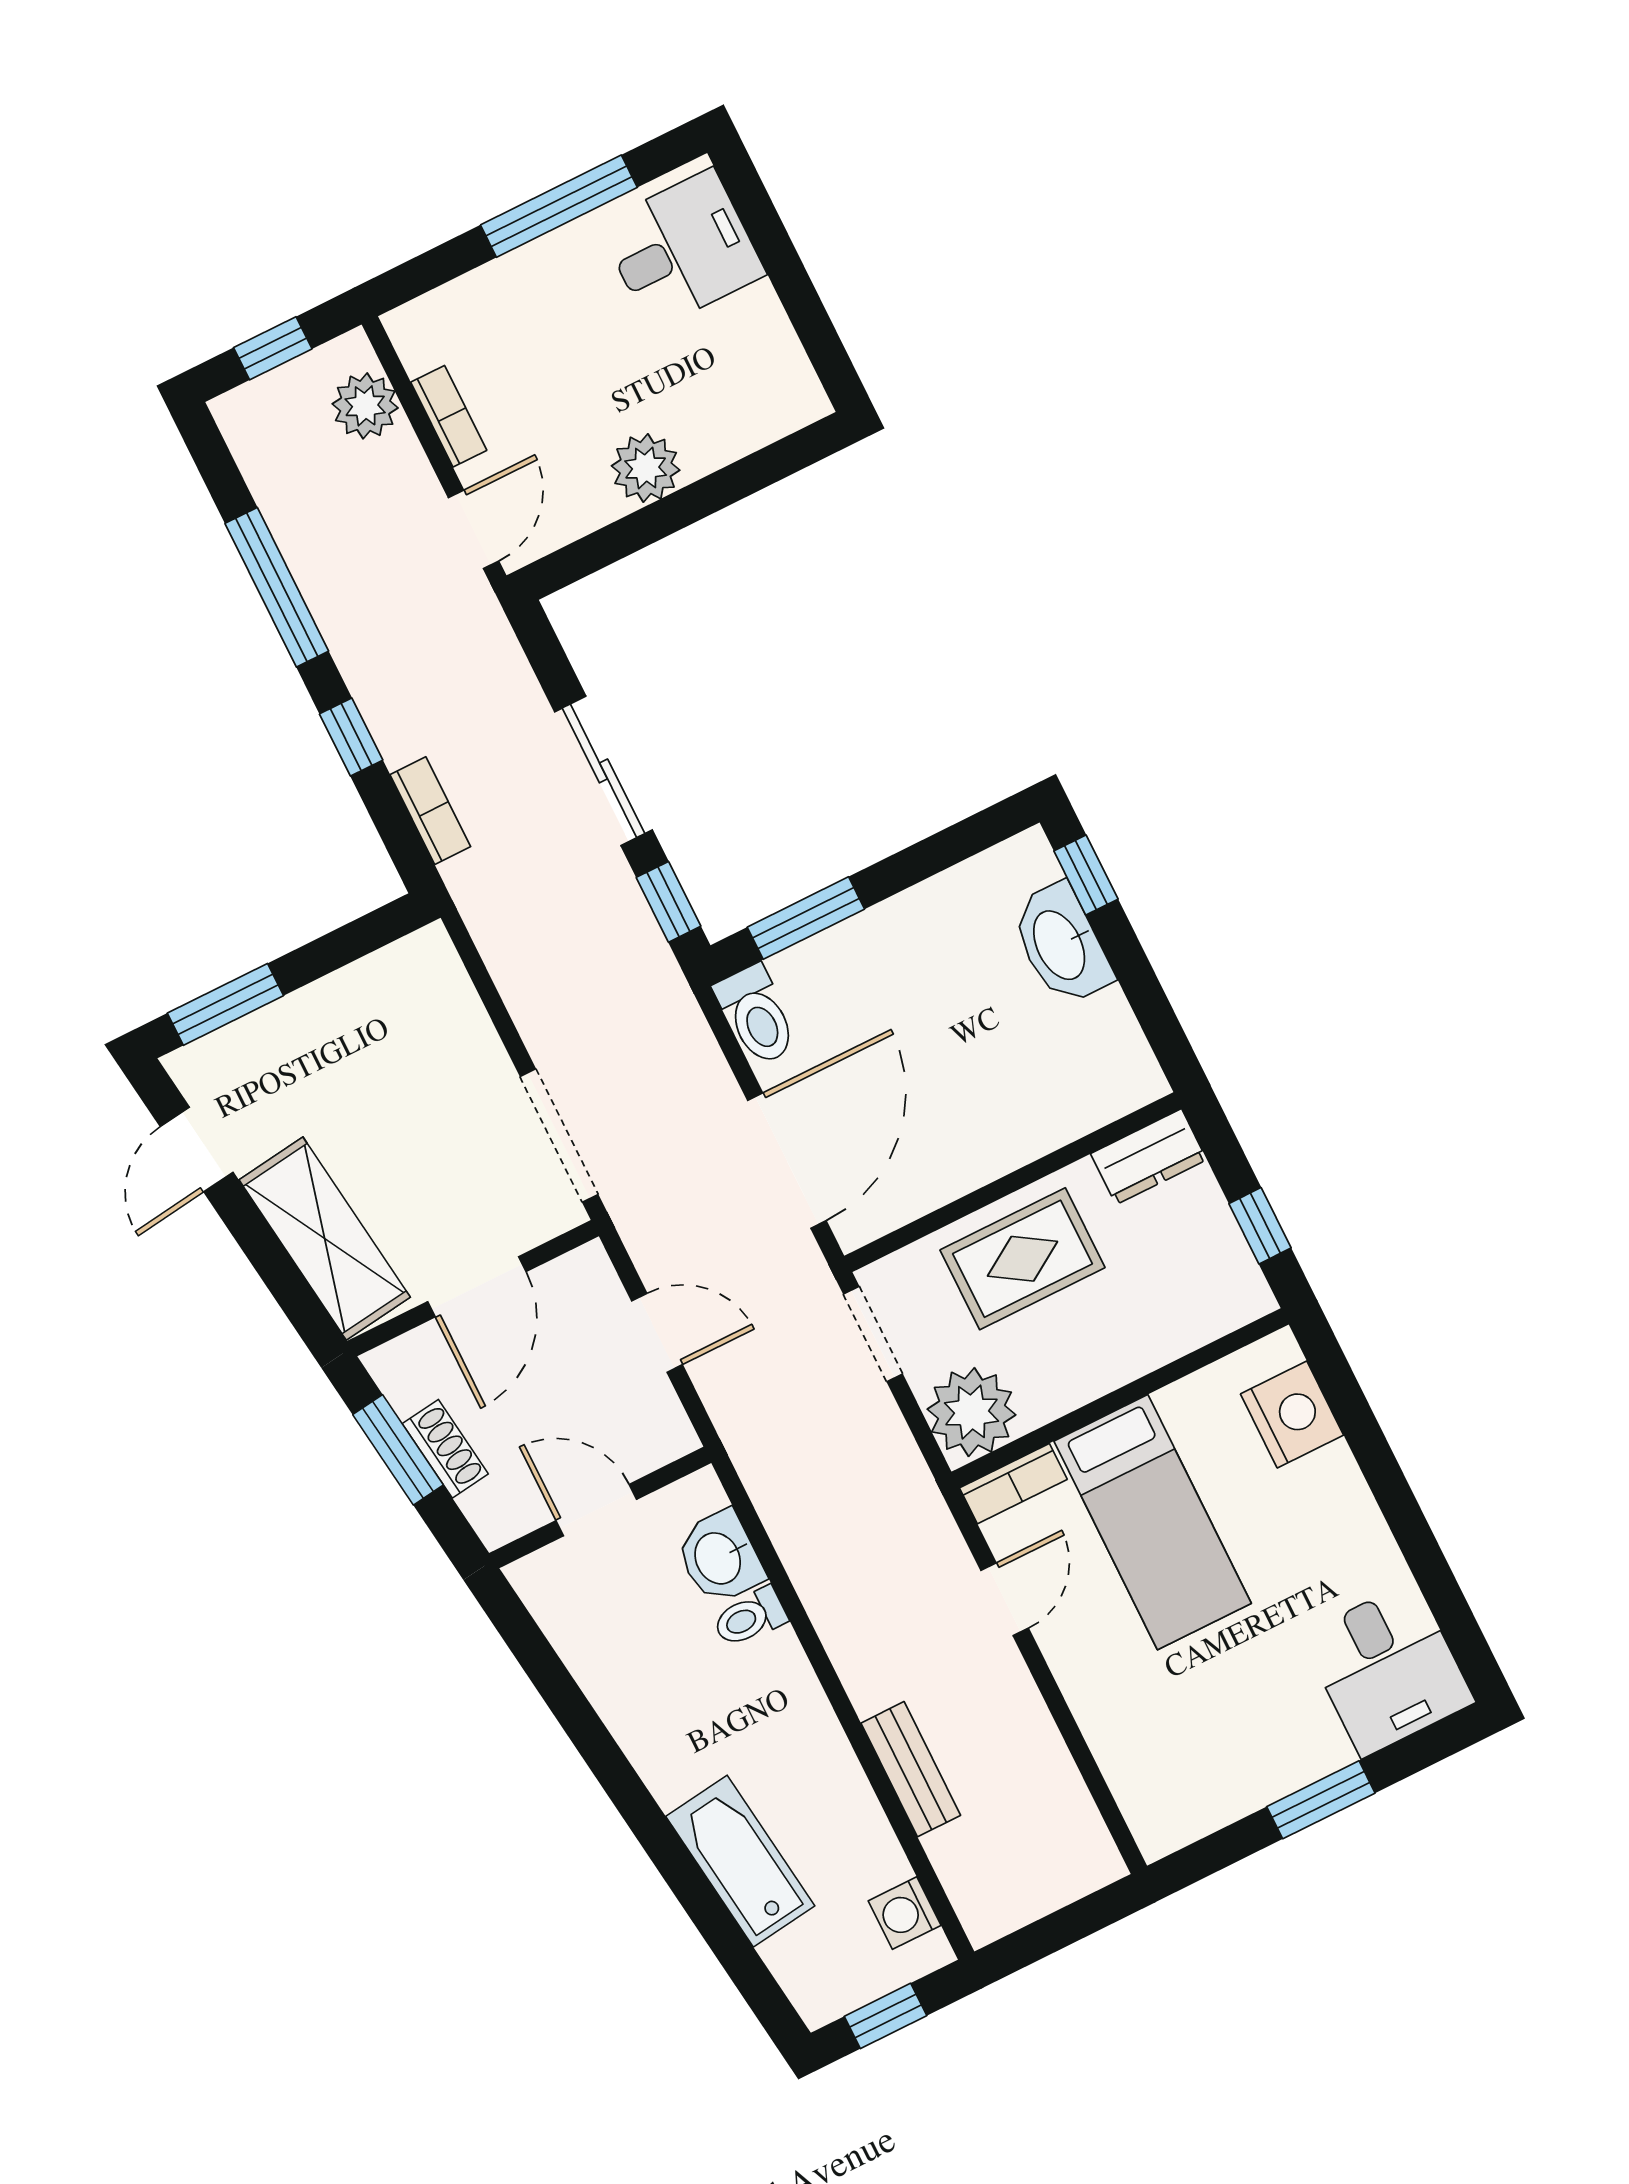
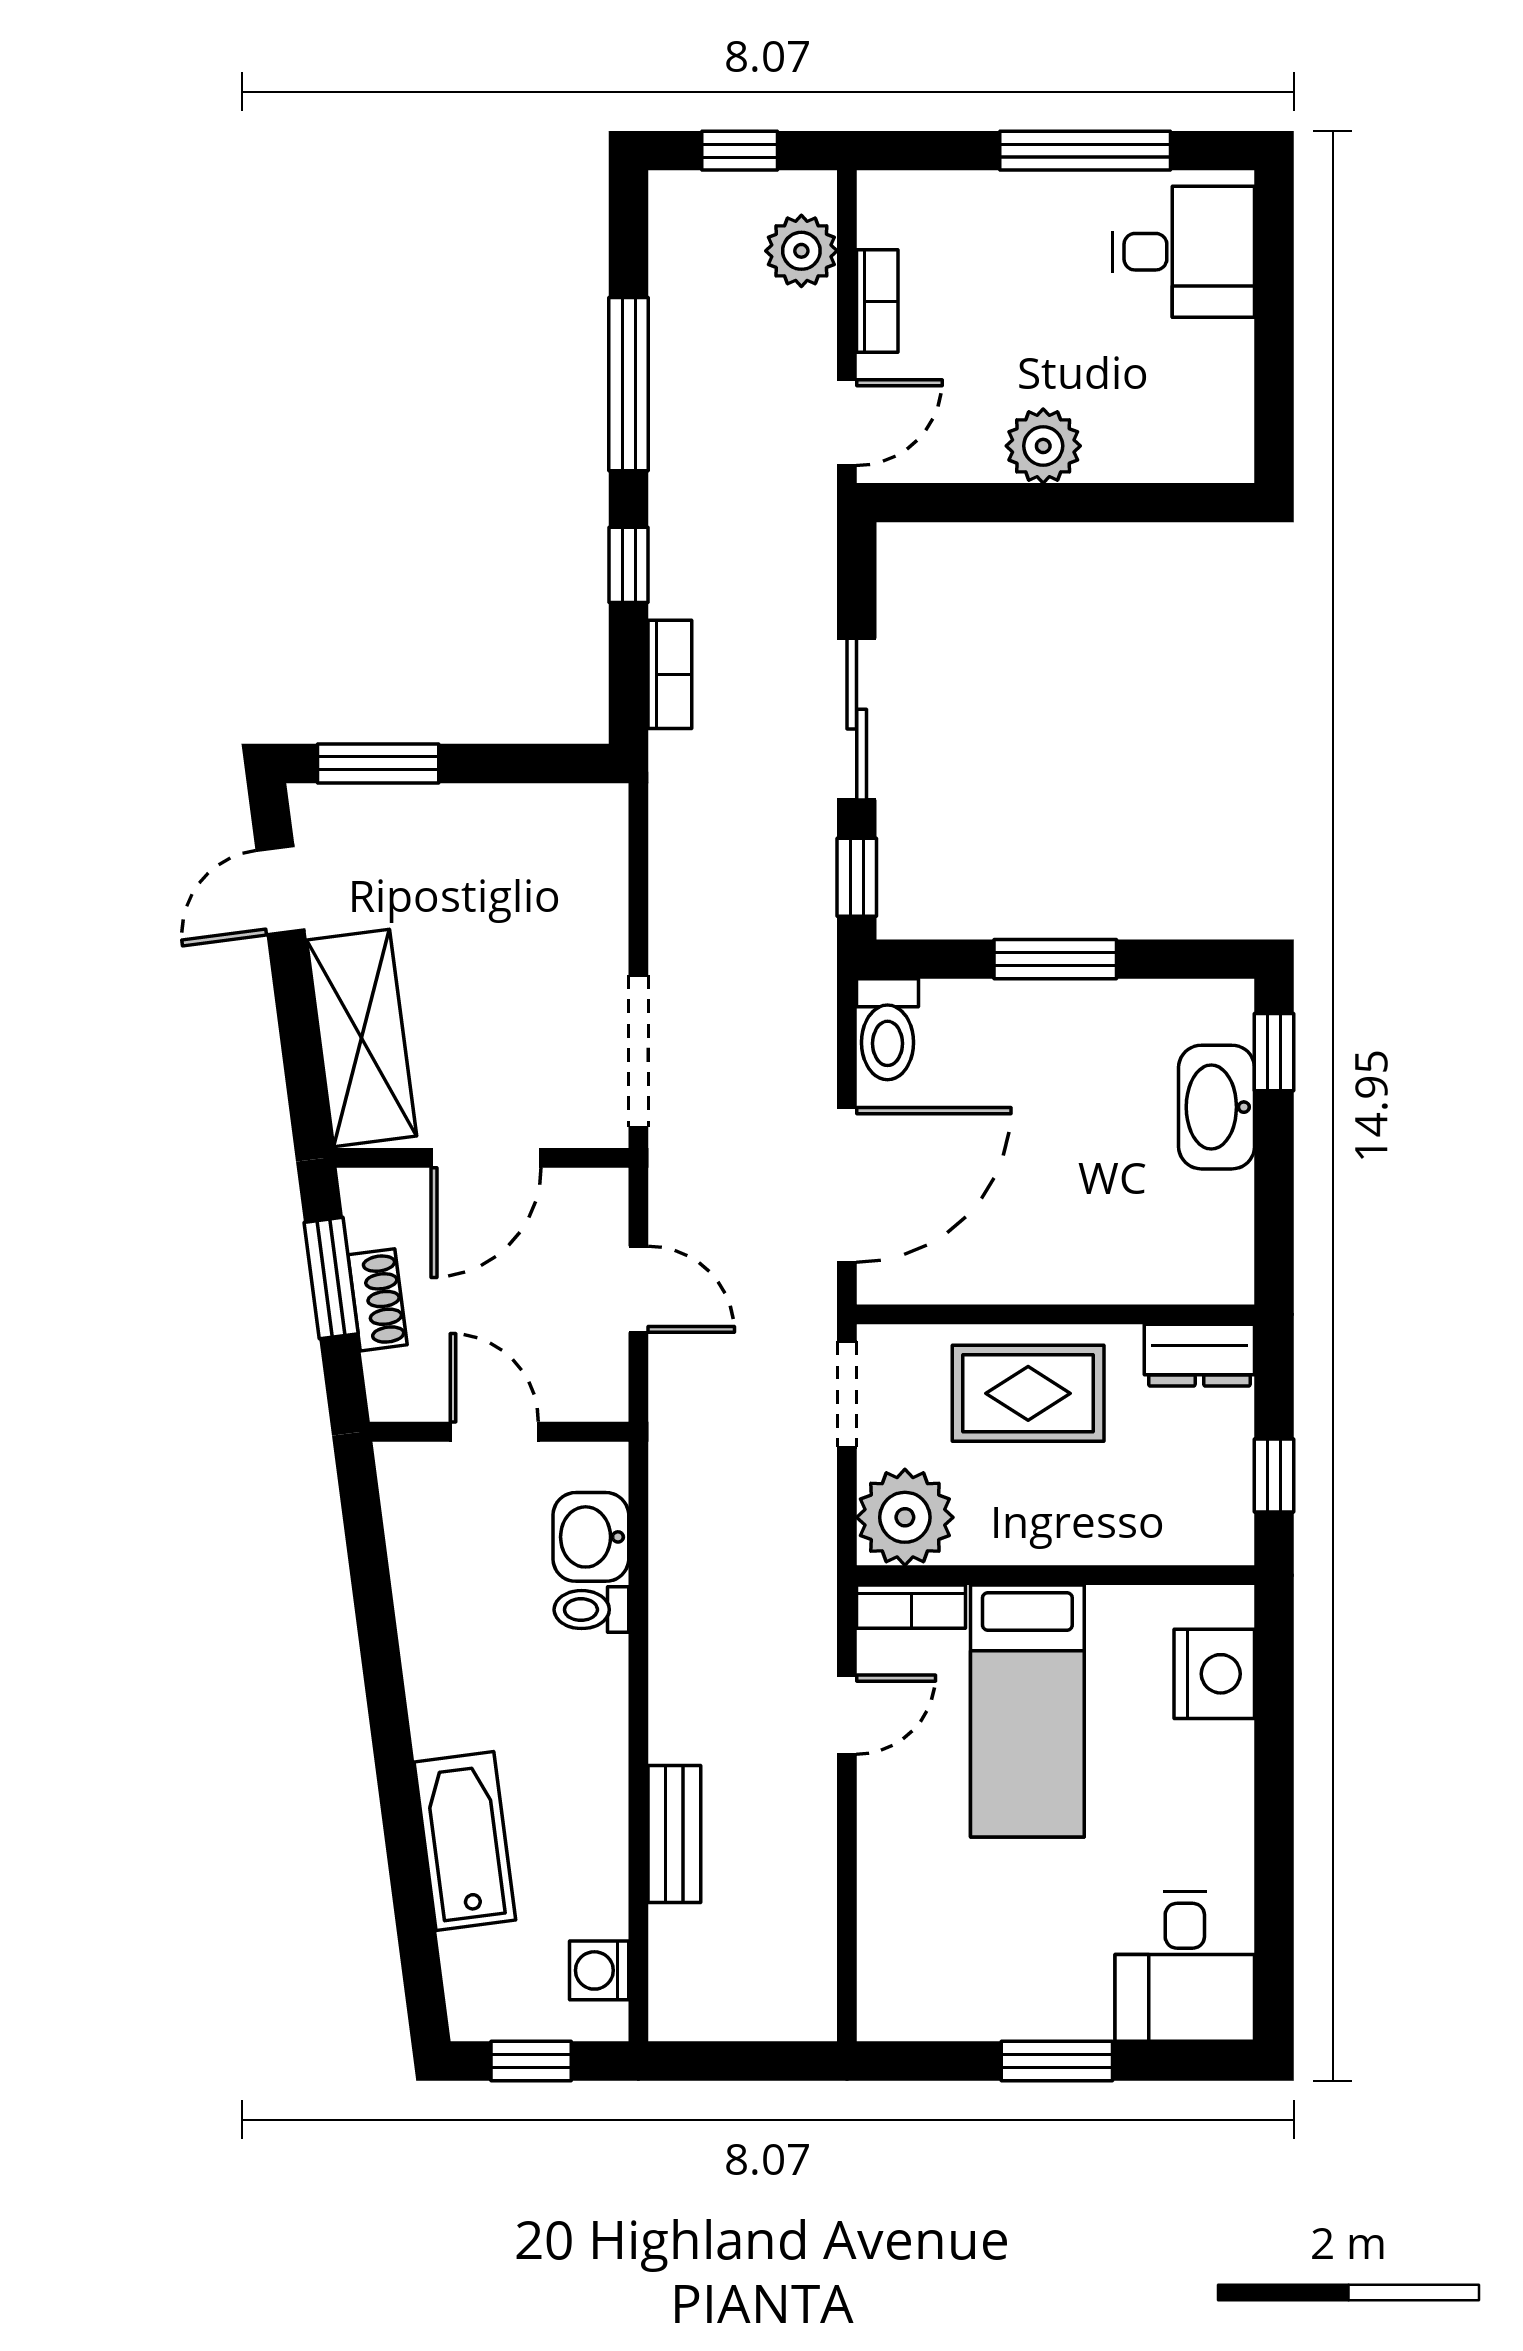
window: (806, 918) -> (1055, 959), moved

